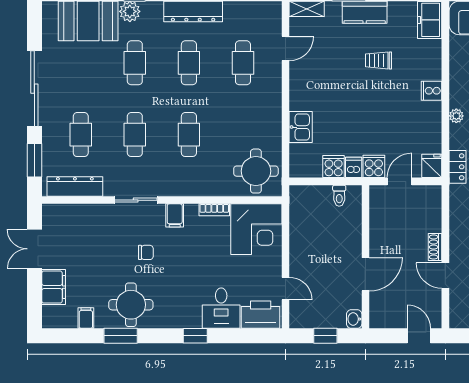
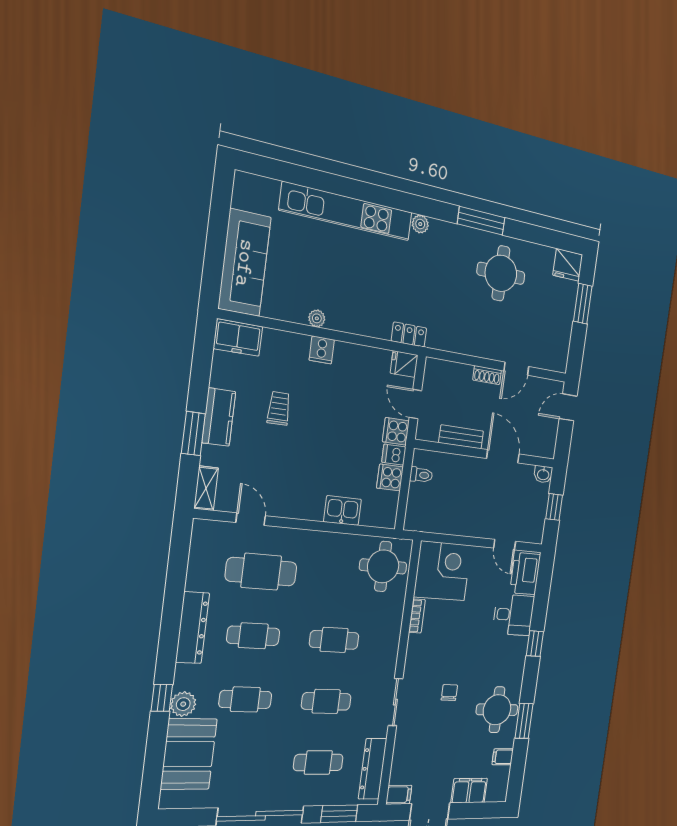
trolley: (379, 60) -> (279, 408), turned 180
cafe table: (243, 63) -> (261, 572), width x1.37, depth x1.35
plant: (456, 116) -> (317, 318), moved
filing cabinet: (175, 215) -> (399, 795), moved
bench: (377, 230) -> (461, 437), added
door: (286, 289) -> (505, 545), swing flipped

